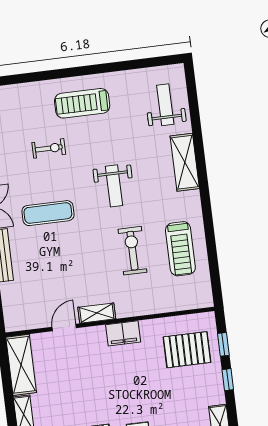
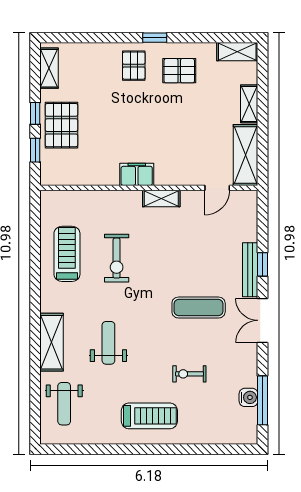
weight bench: (114, 186) -> (108, 343), moved
door: (64, 327) -> (217, 188), moved
pallet: (187, 350) -> (61, 125), moved, turned 90

